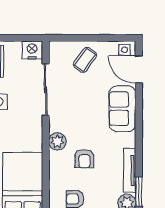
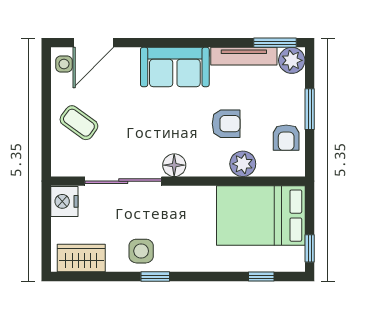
sofa: (122, 109) -> (175, 67), moved
floor lamp: (56, 124) -> (174, 165), added
plant: (57, 141) -> (243, 164), moved

